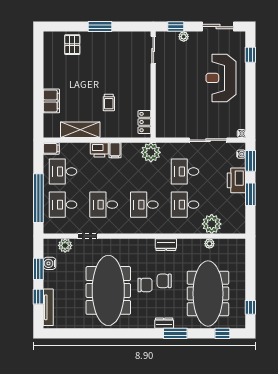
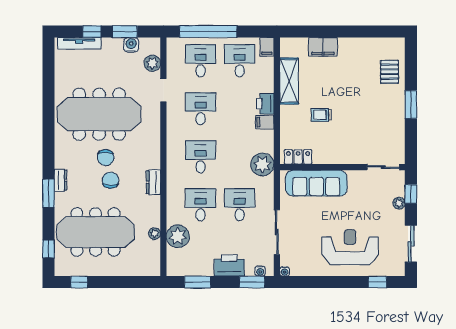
pallet: (72, 45) -> (390, 72), turned 90
sofa: (167, 107) -> (316, 183), added
window: (250, 194) -> (197, 282), moved

